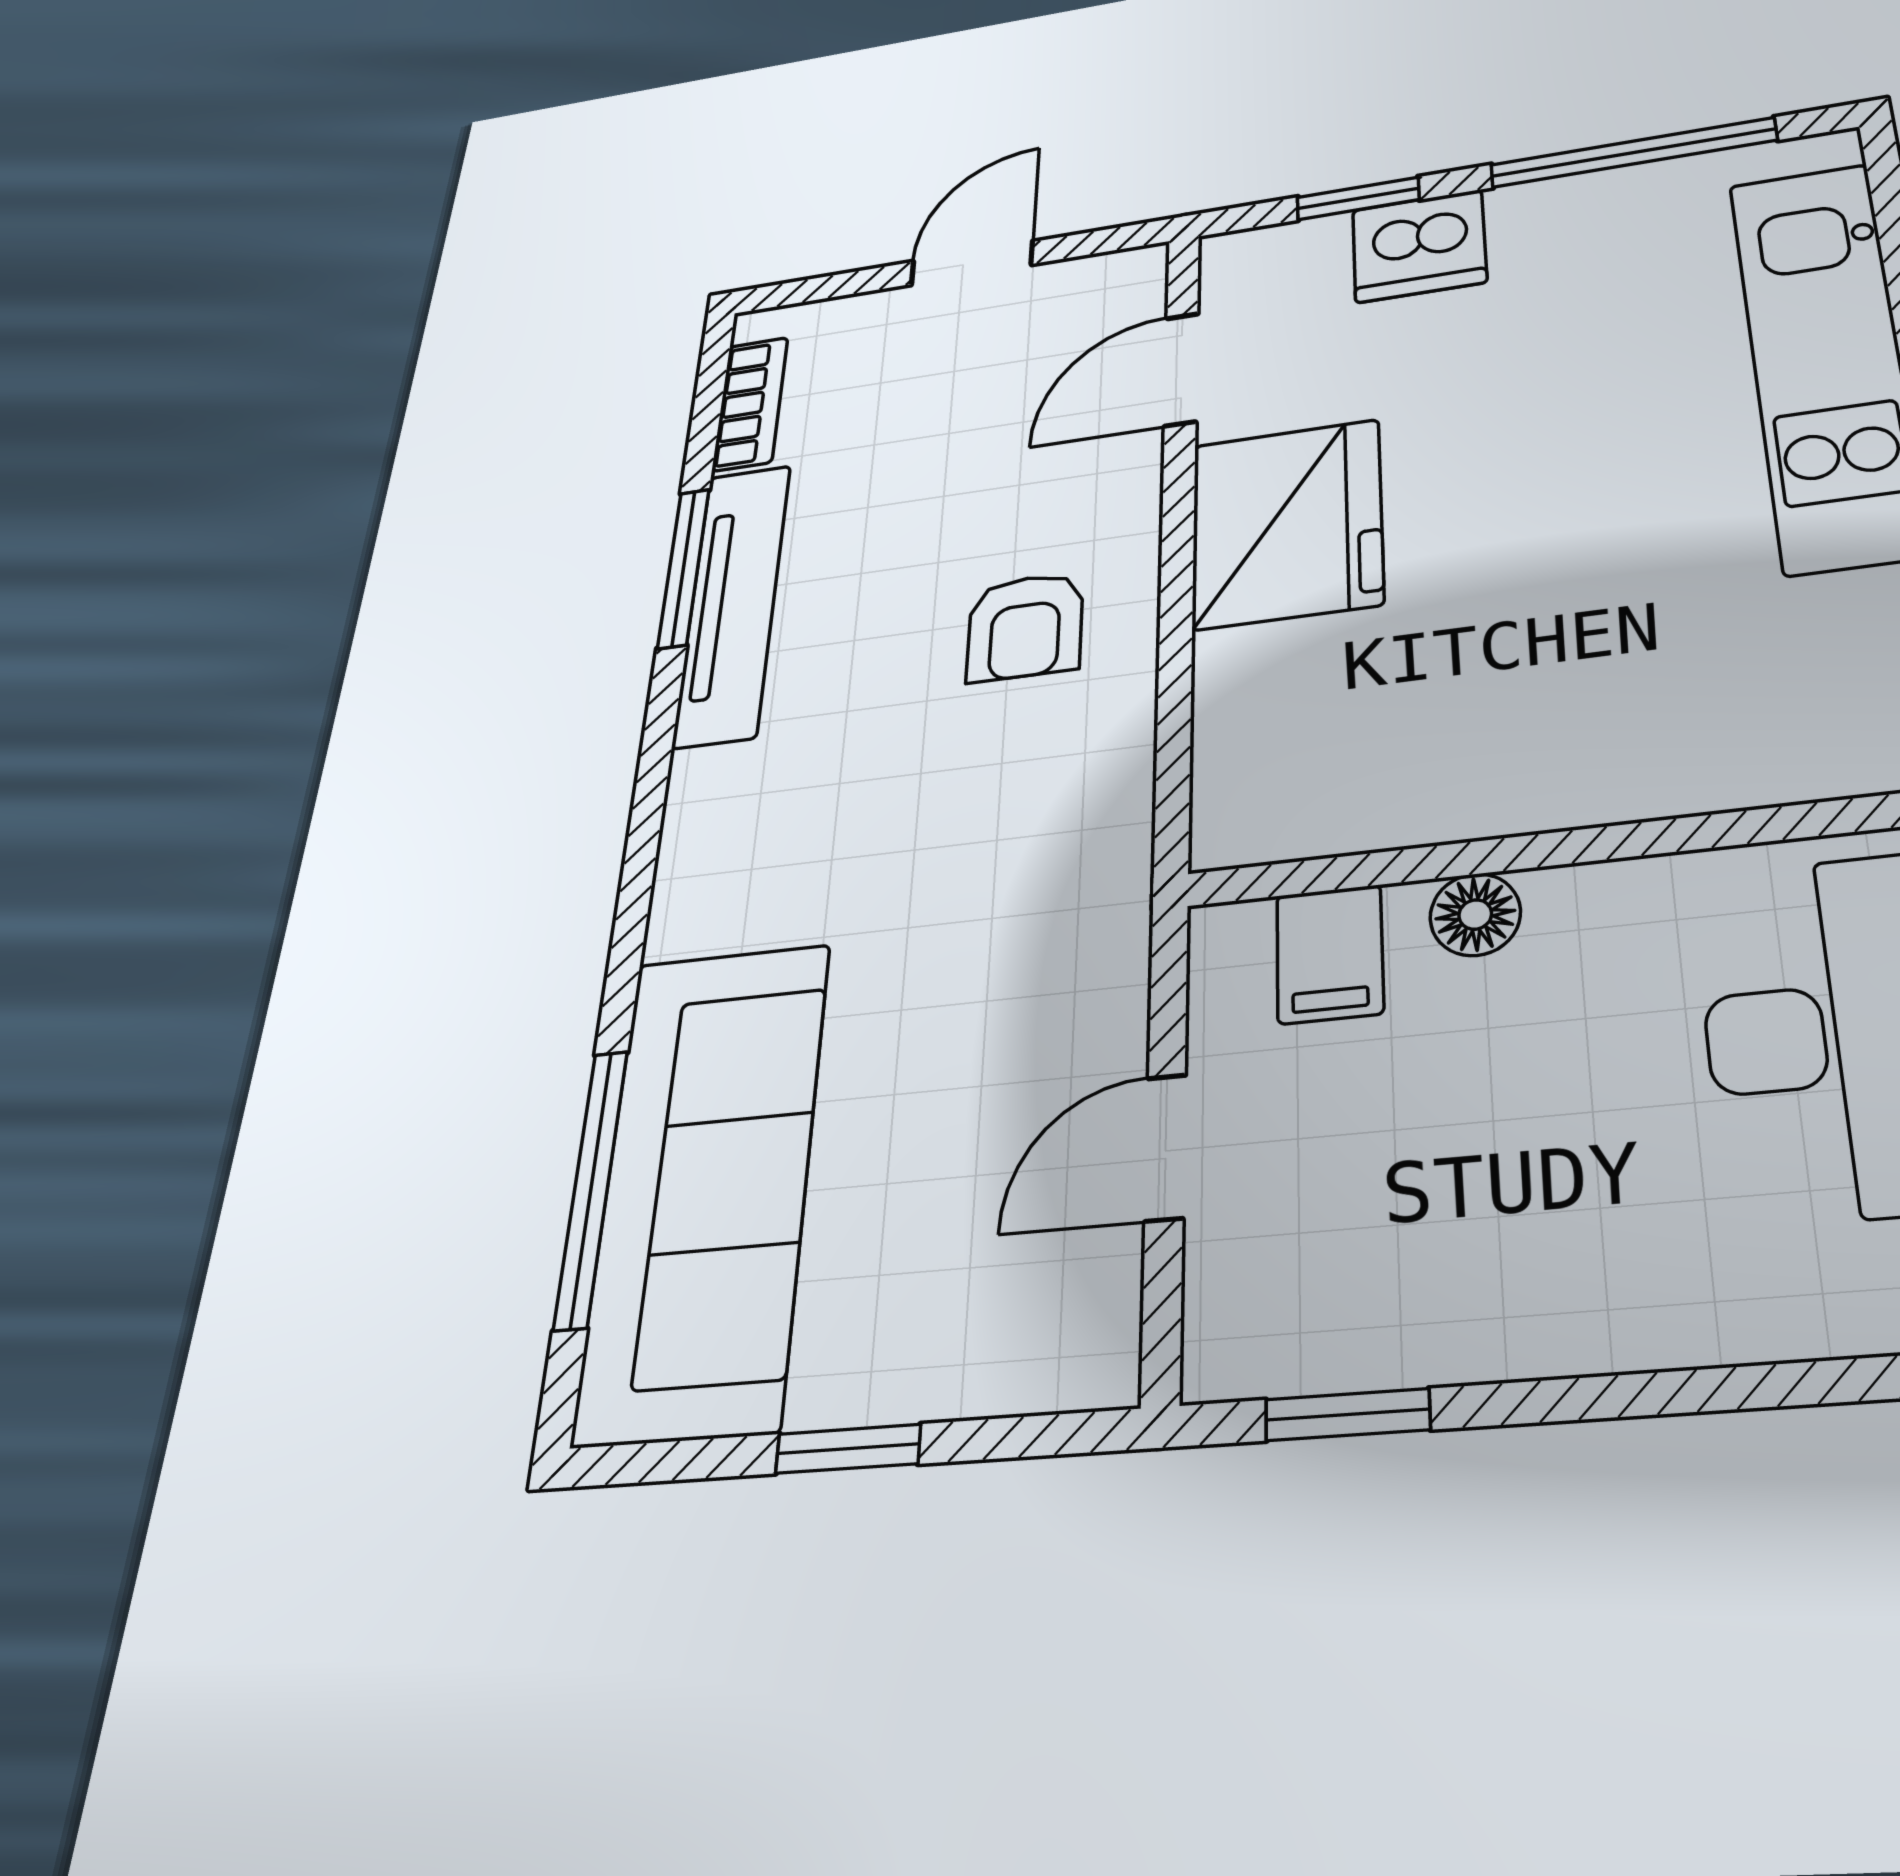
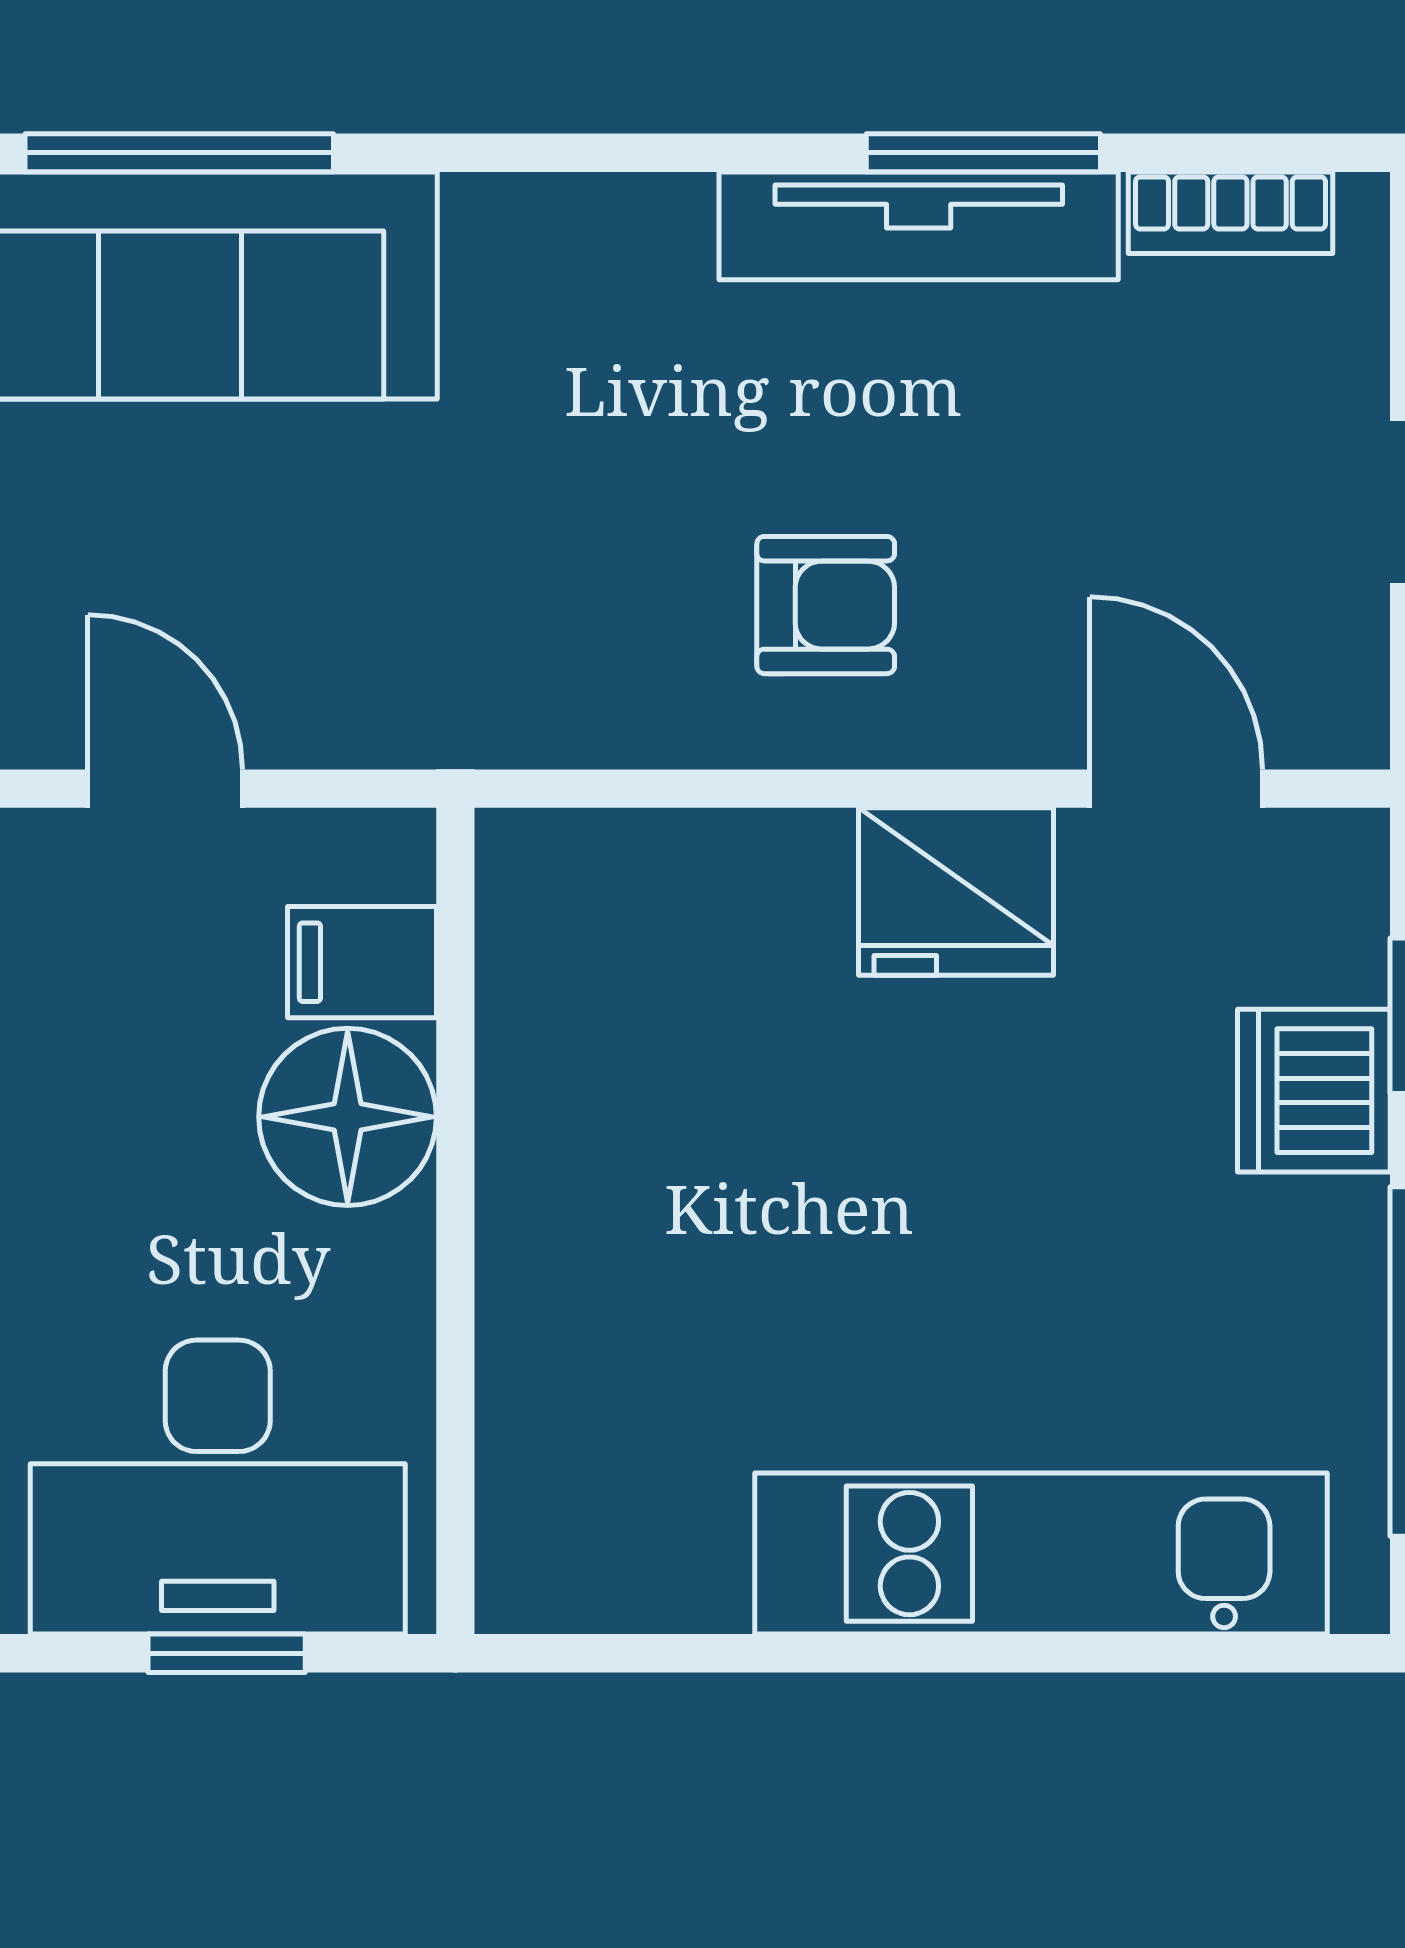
fridge: (1287, 523) -> (956, 892), width x0.73, depth x0.75
armchair: (1025, 627) -> (826, 605), turned 180
floor lamp: (1475, 915) -> (348, 1117), width x1.89, depth x1.89

